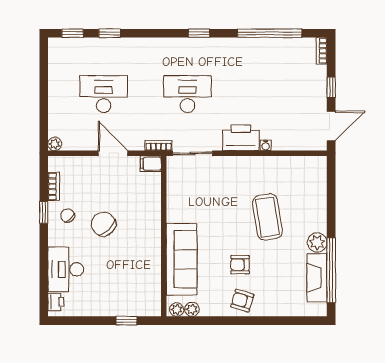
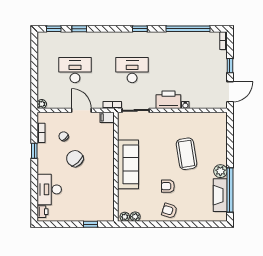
chair: (68, 216) -> (64, 136), moved
sofa: (182, 259) -> (128, 164), moved

